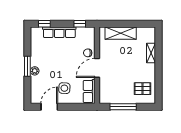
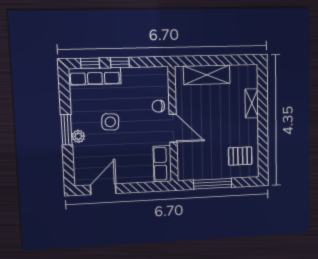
window: (80, 24) -> (120, 63), moved
row of seats: (59, 32) -> (95, 76), moved
door: (97, 68) -> (173, 128), swing flipped
side table: (64, 88) -> (110, 122), moved

